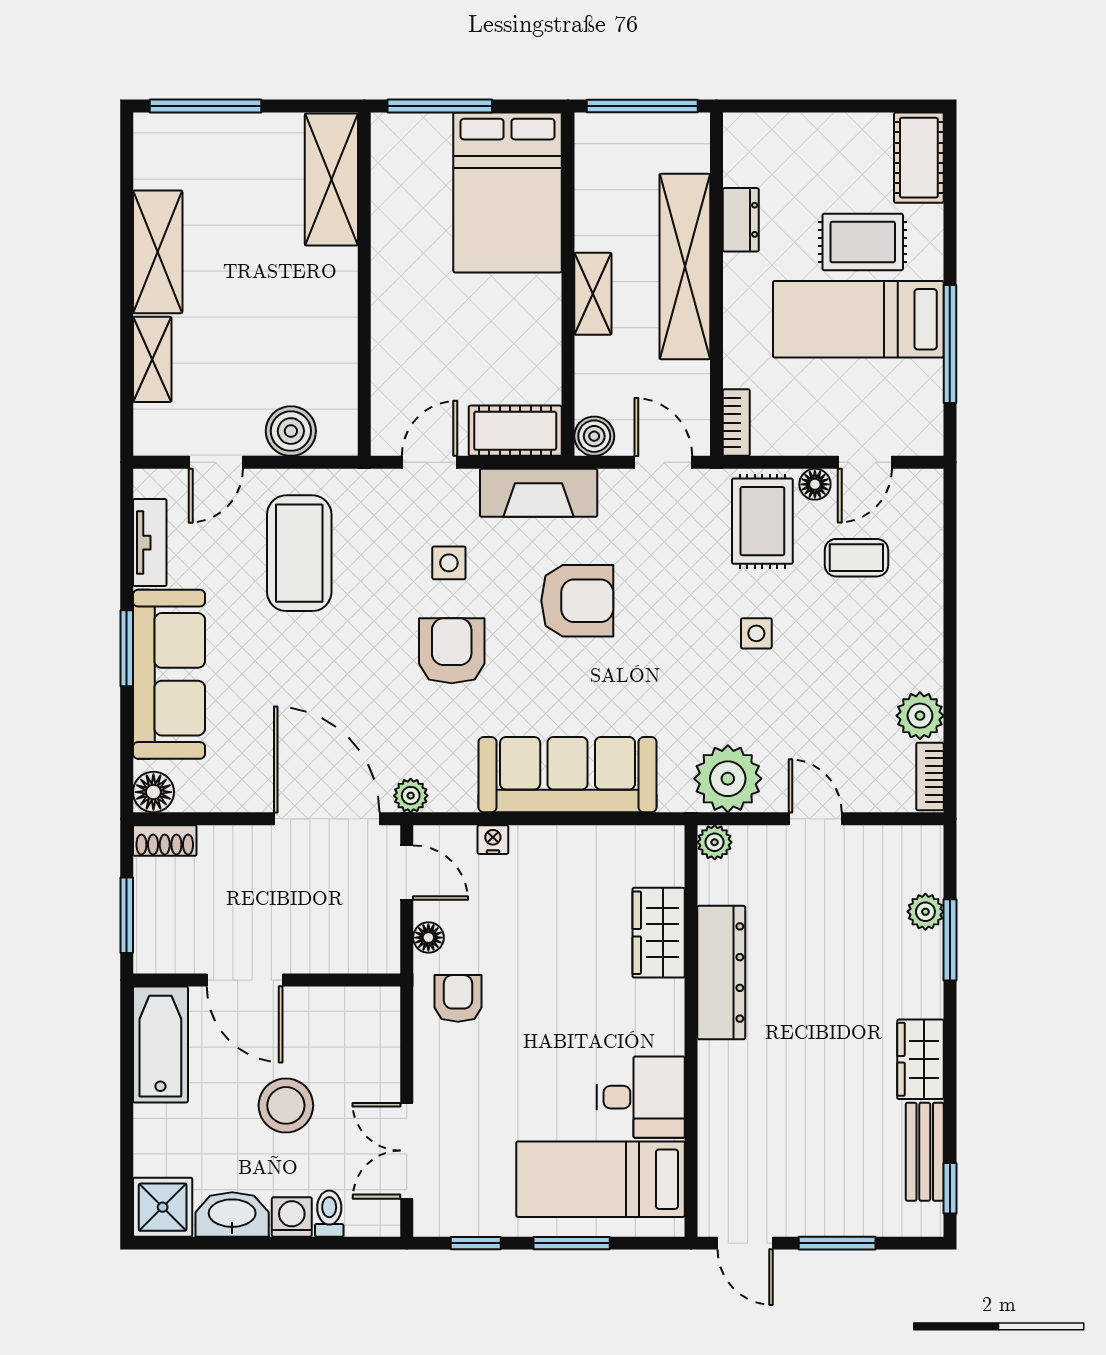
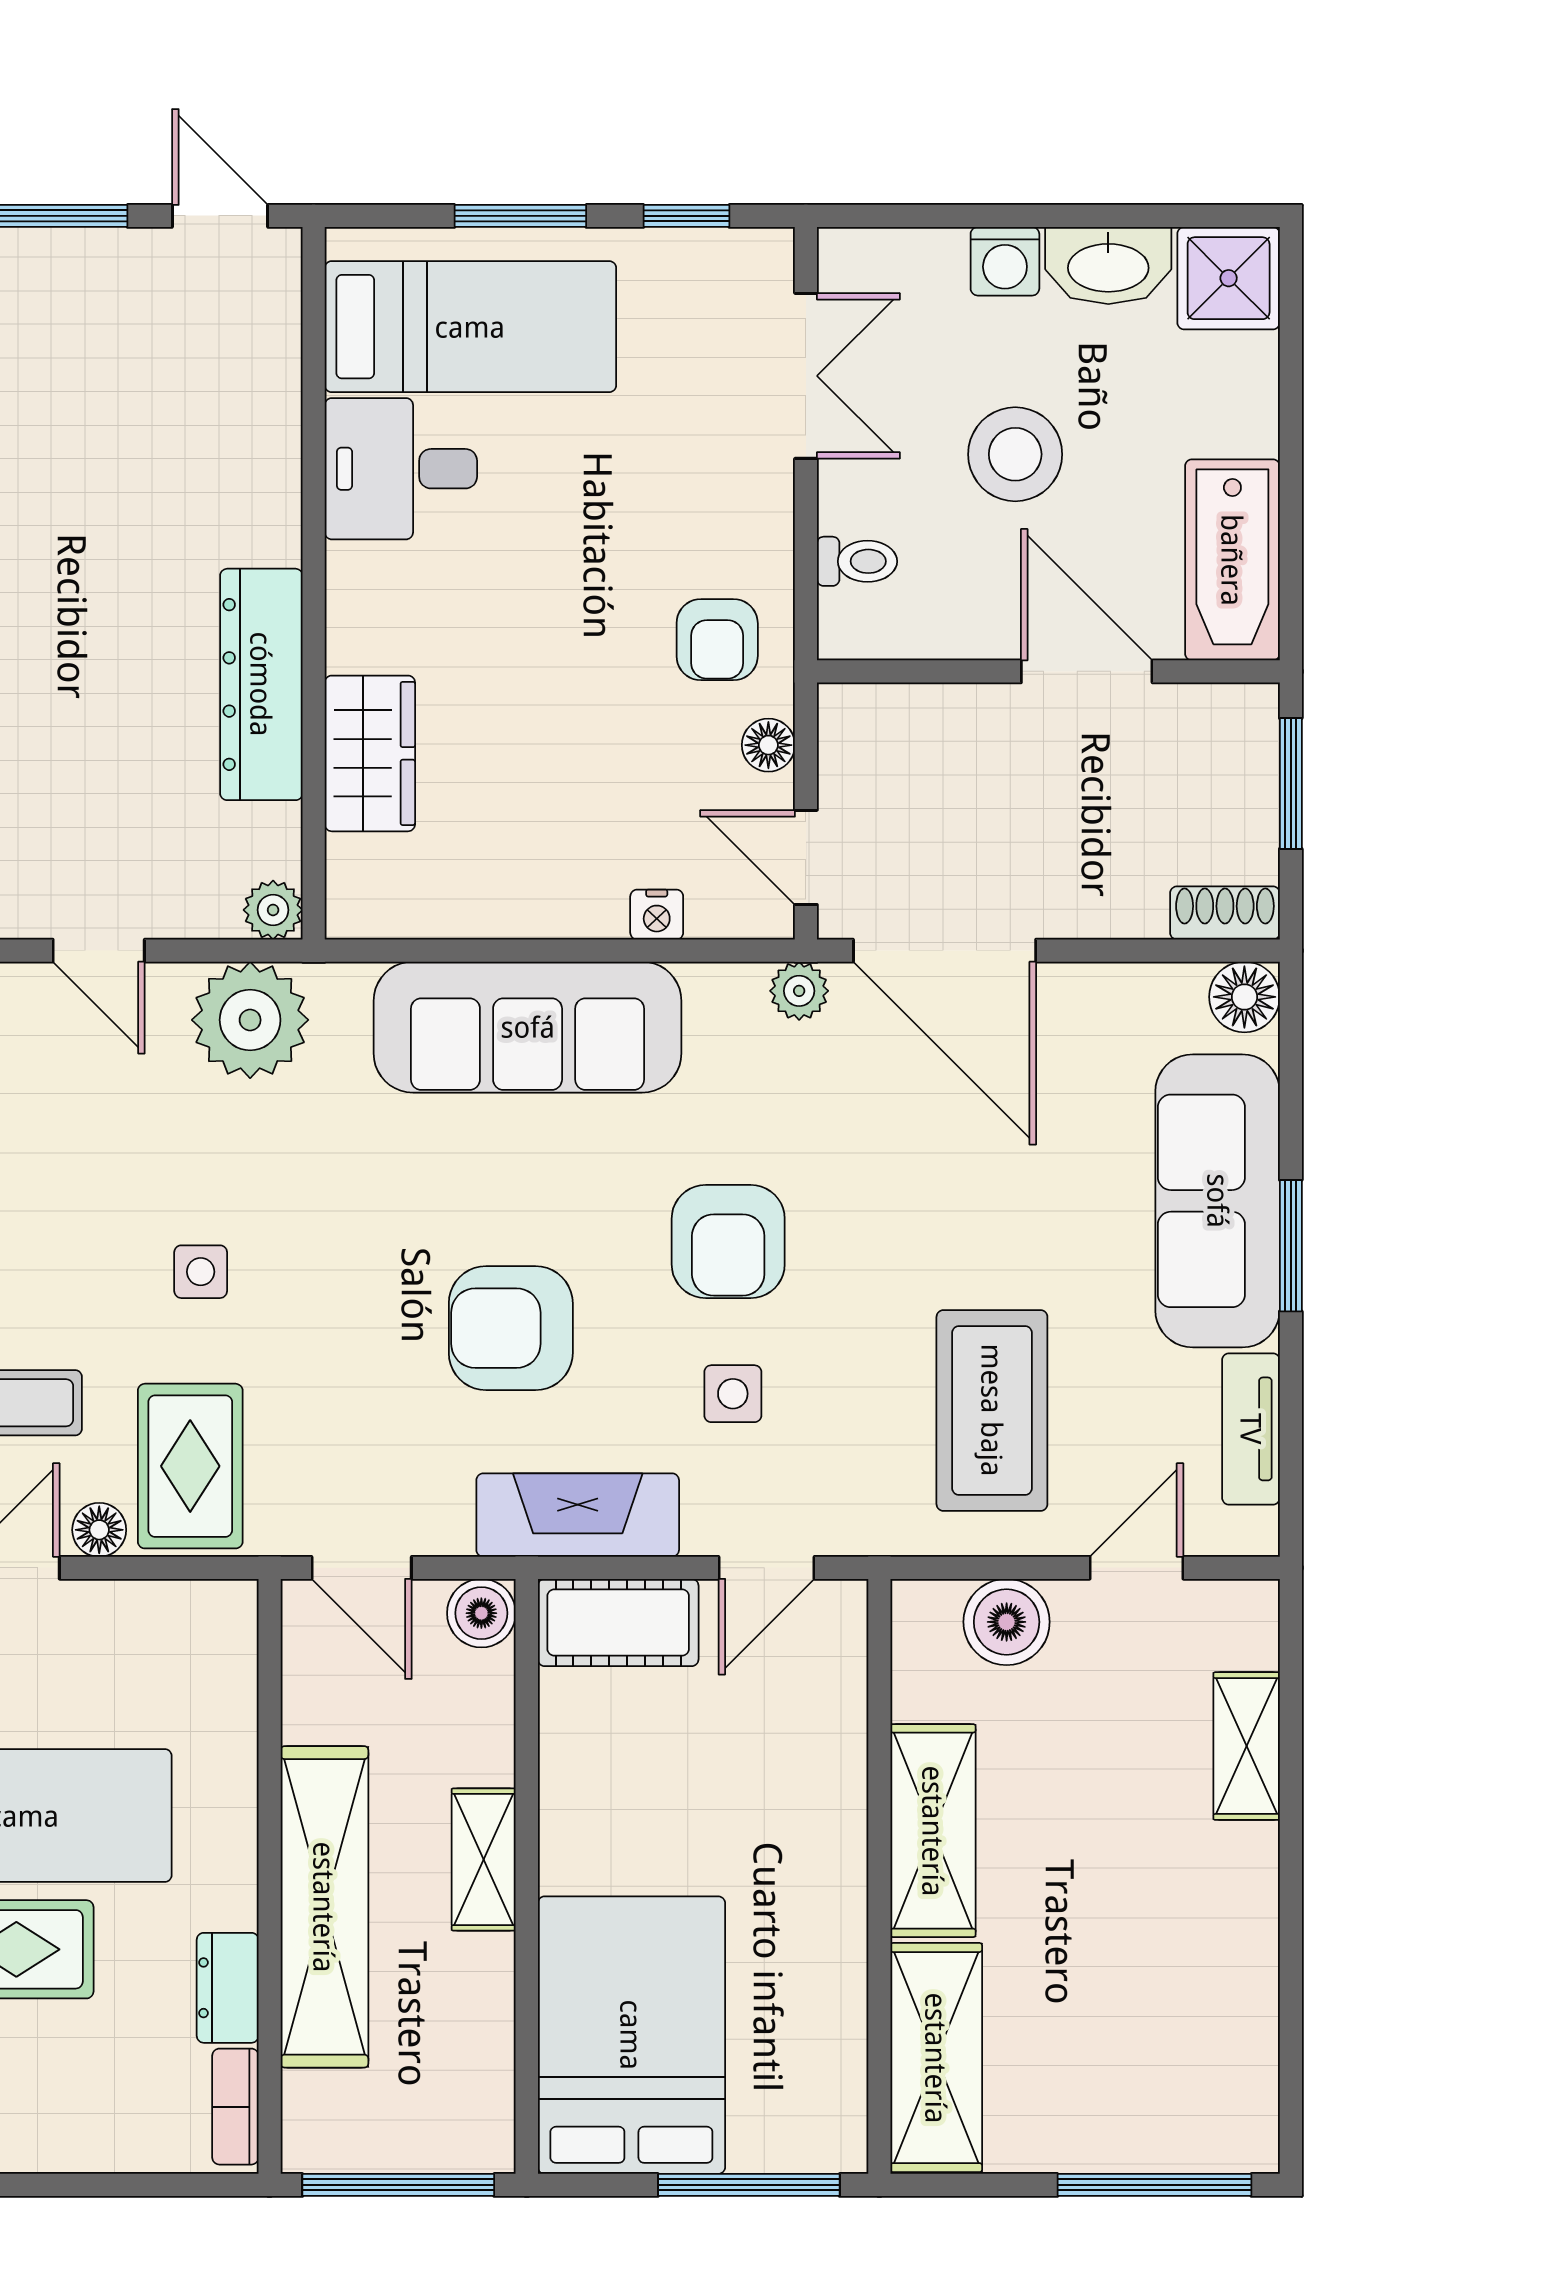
shelving: (158, 252) -> (933, 1831), moved
bookcase: (736, 423) -> (235, 2107), moved
toilet: (329, 1214) -> (857, 561), moved, turned -90

